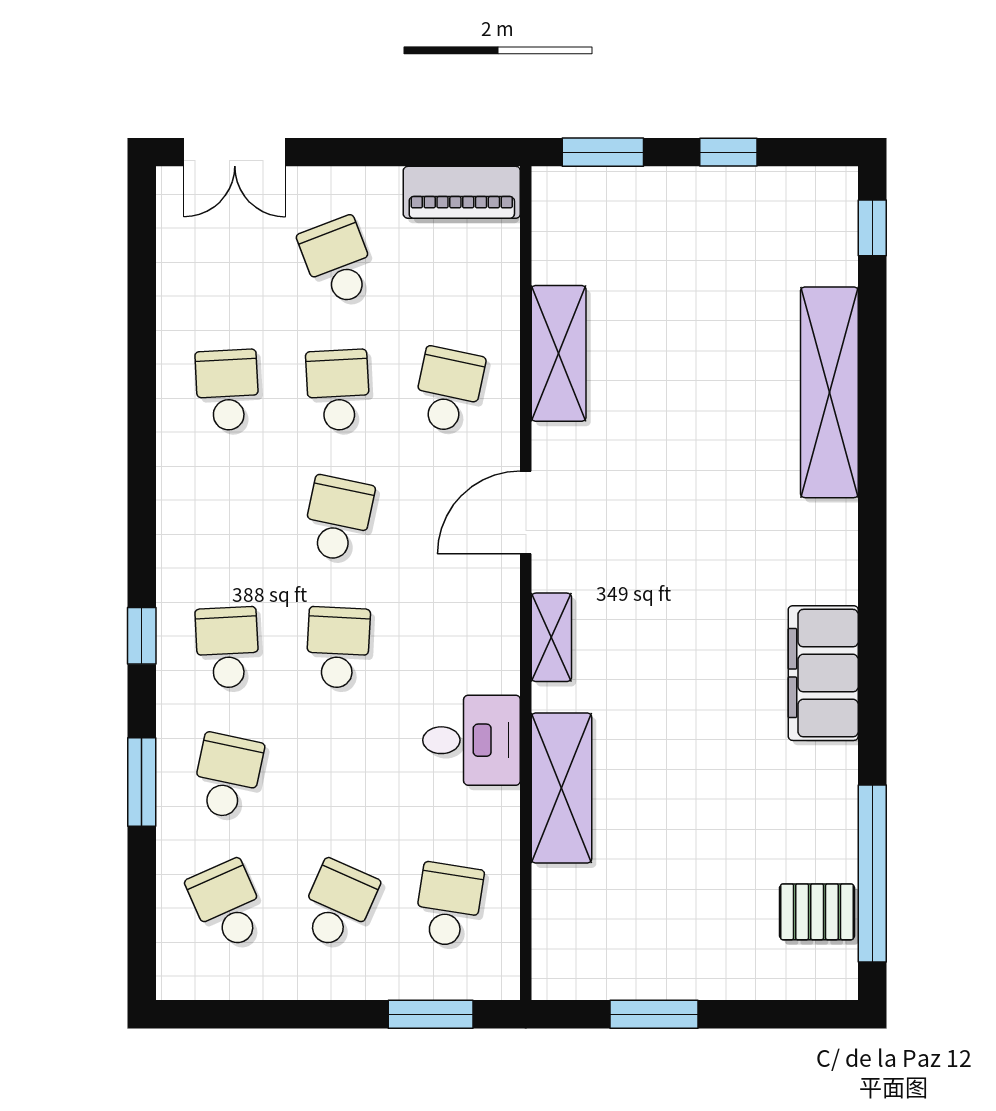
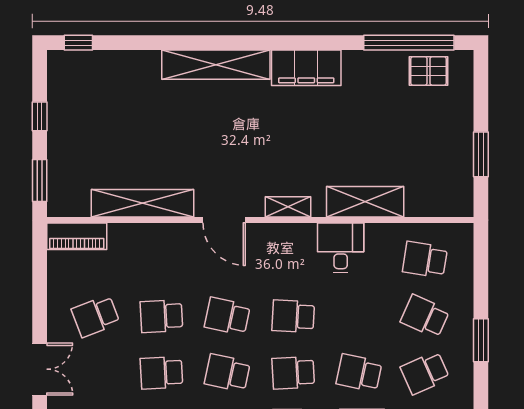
piano: (462, 192) -> (77, 236), moved, turned 90
shelving: (559, 353) -> (143, 203), width x1.47
school desk: (449, 390) -> (227, 373), moved
shelving: (829, 392) -> (216, 65), moved
pallet: (817, 912) -> (428, 71), turned 90
window: (431, 1014) -> (481, 340), moved

